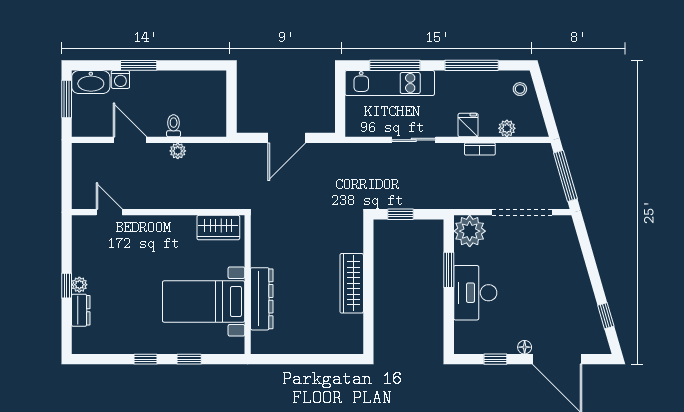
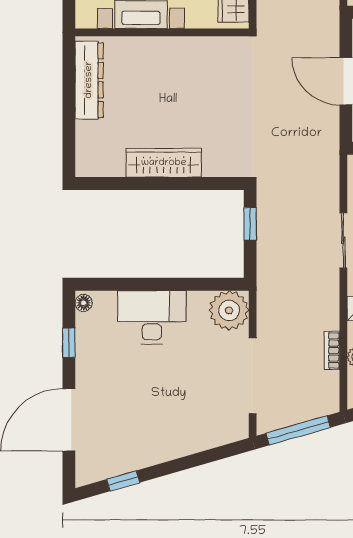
bookcase: (480, 149) -> (332, 351), moved
window: (449, 270) -> (181, 284), removed
dresser: (262, 299) -> (89, 80), moved, turned -90
floor lamp: (525, 347) -> (84, 303), moved

